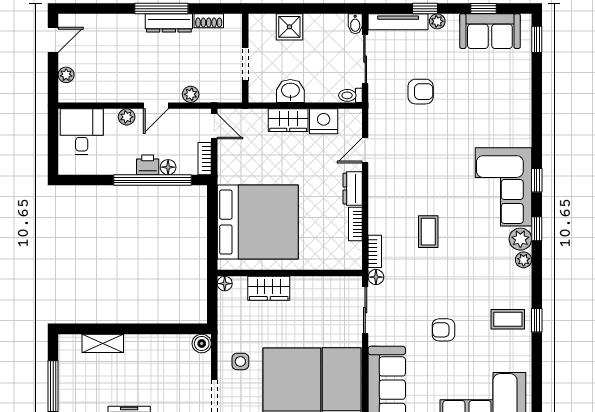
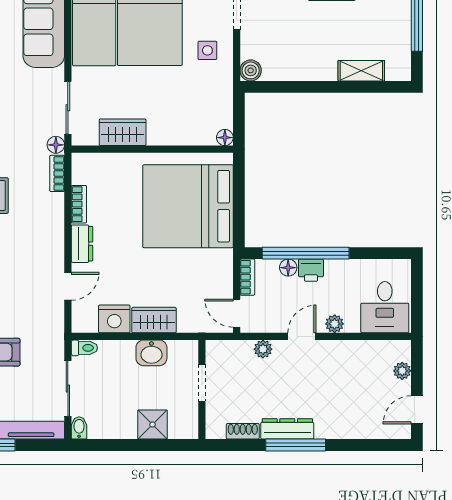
wardrobe: (269, 288) -> (123, 132), moved

